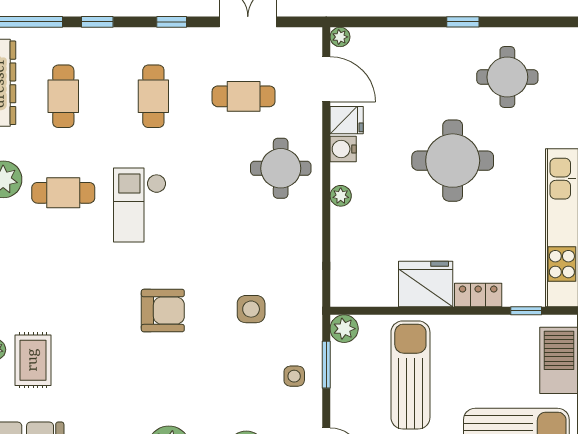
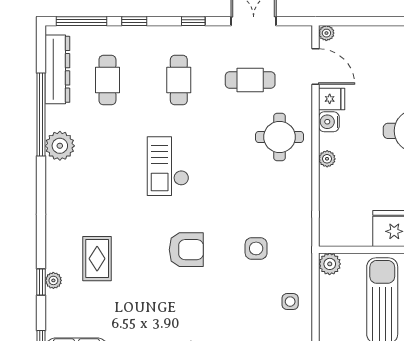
cafe table: (63, 193) -> (107, 156), removed
rug: (33, 360) -> (97, 259), moved
window: (326, 365) -> (316, 292), removed

